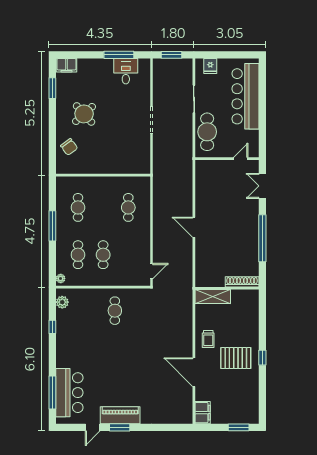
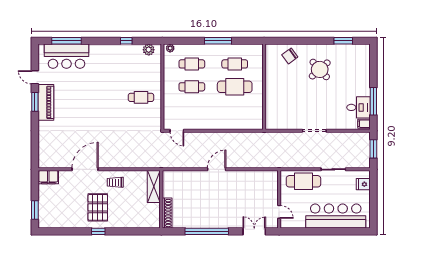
filing cabinet: (66, 65) -> (364, 124), moved, width x0.50
cafe table: (128, 207) -> (235, 87), moved, width x1.37, depth x1.35

